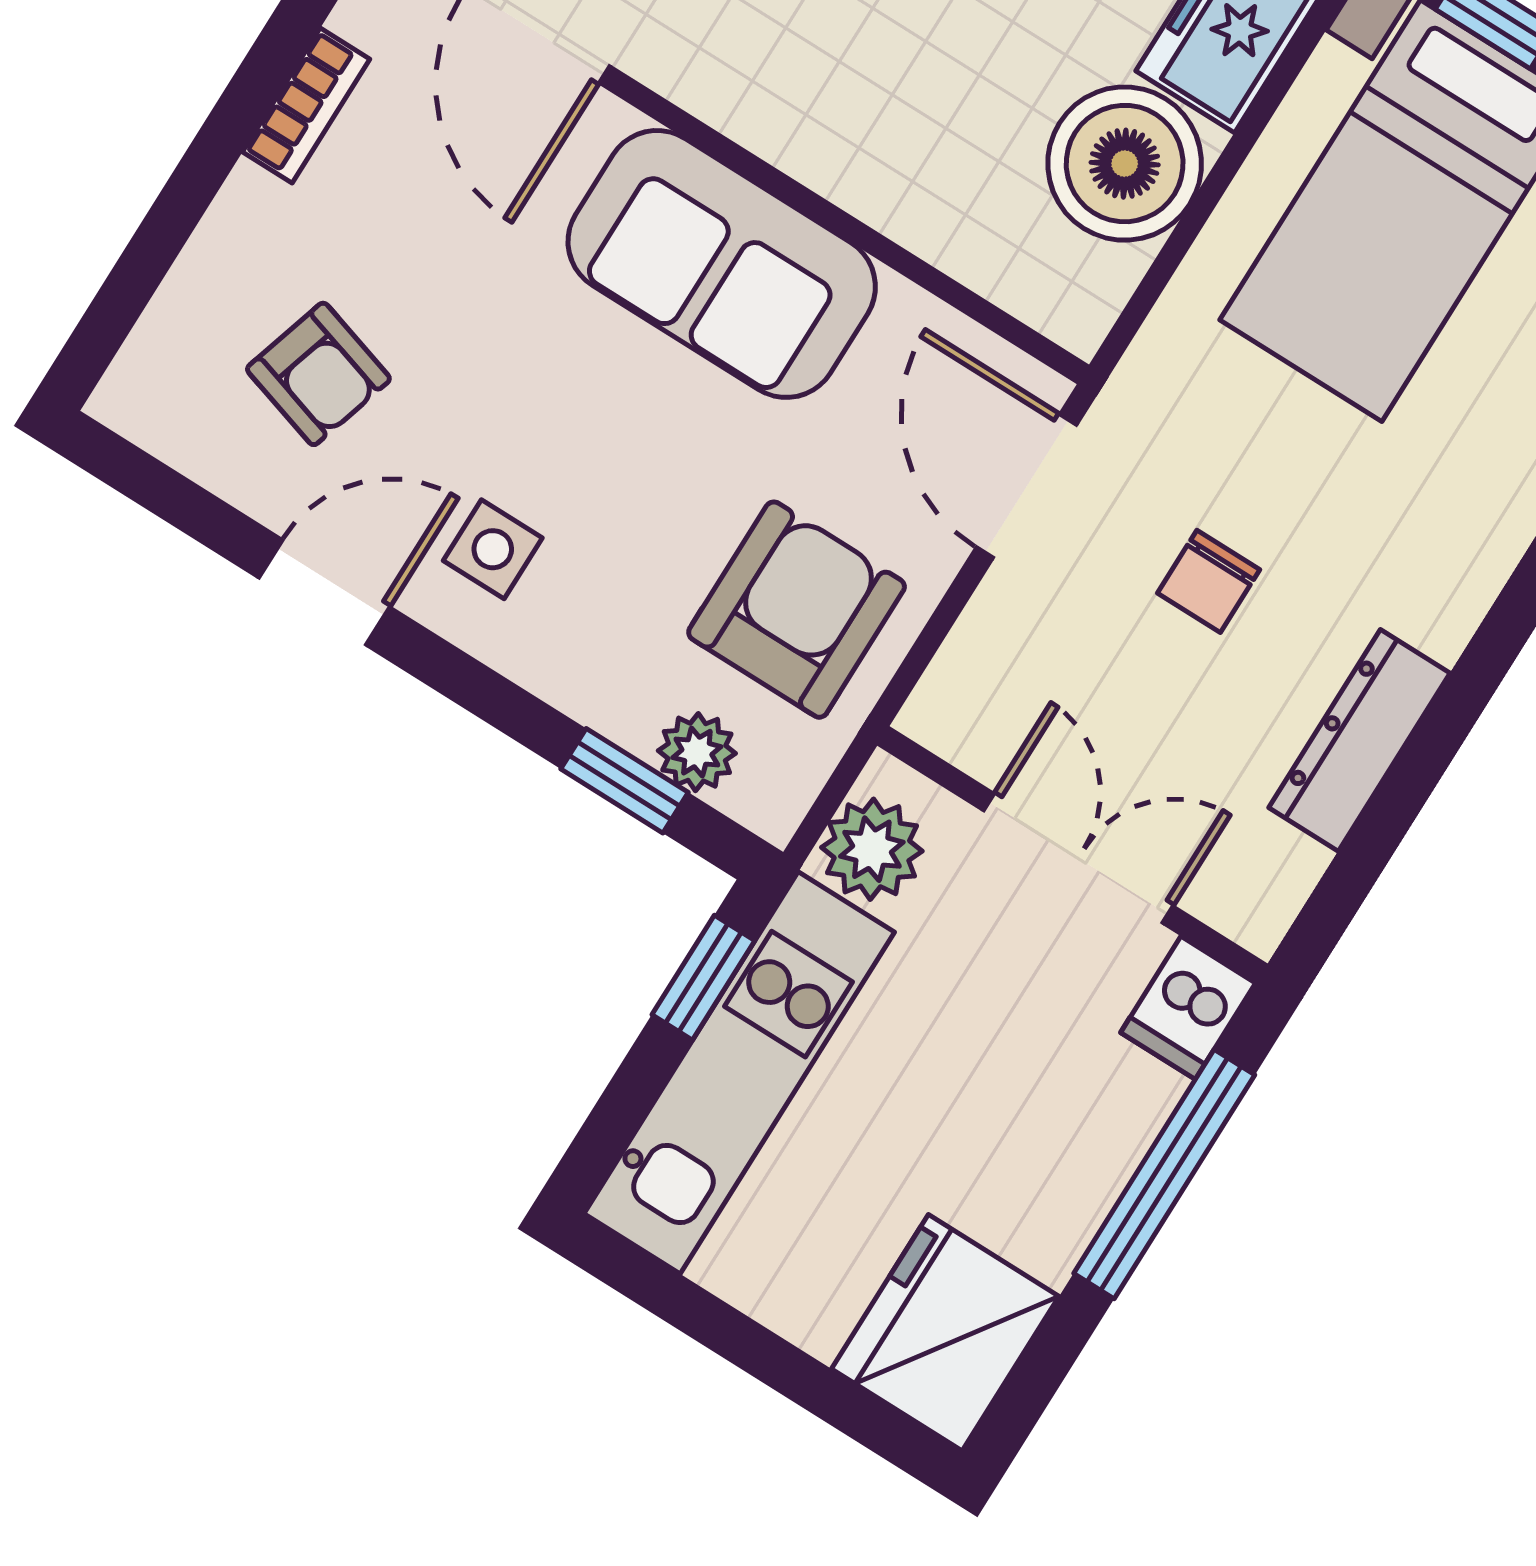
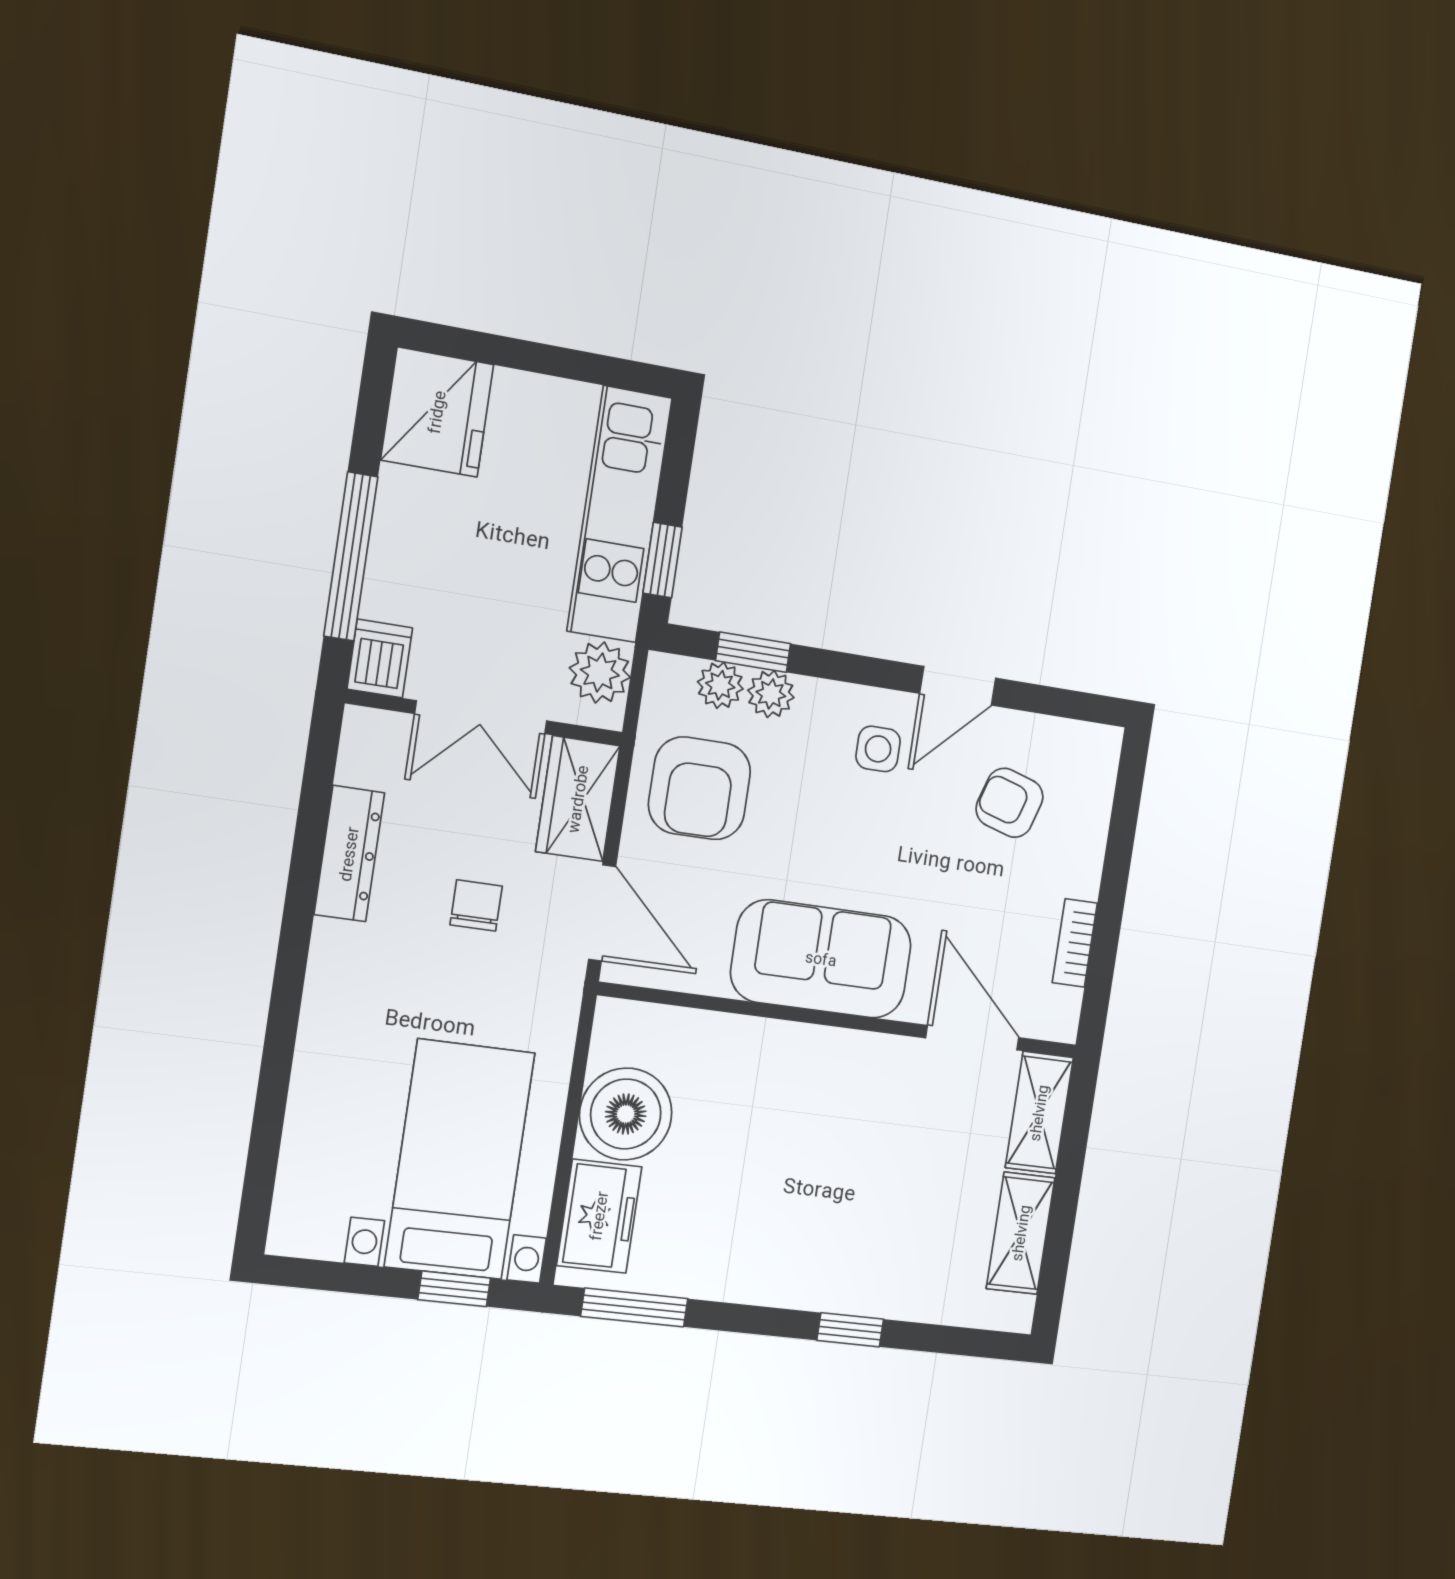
wardrobe: (988, 674) -> (578, 799), added
plant: (624, 706) -> (771, 694), added

